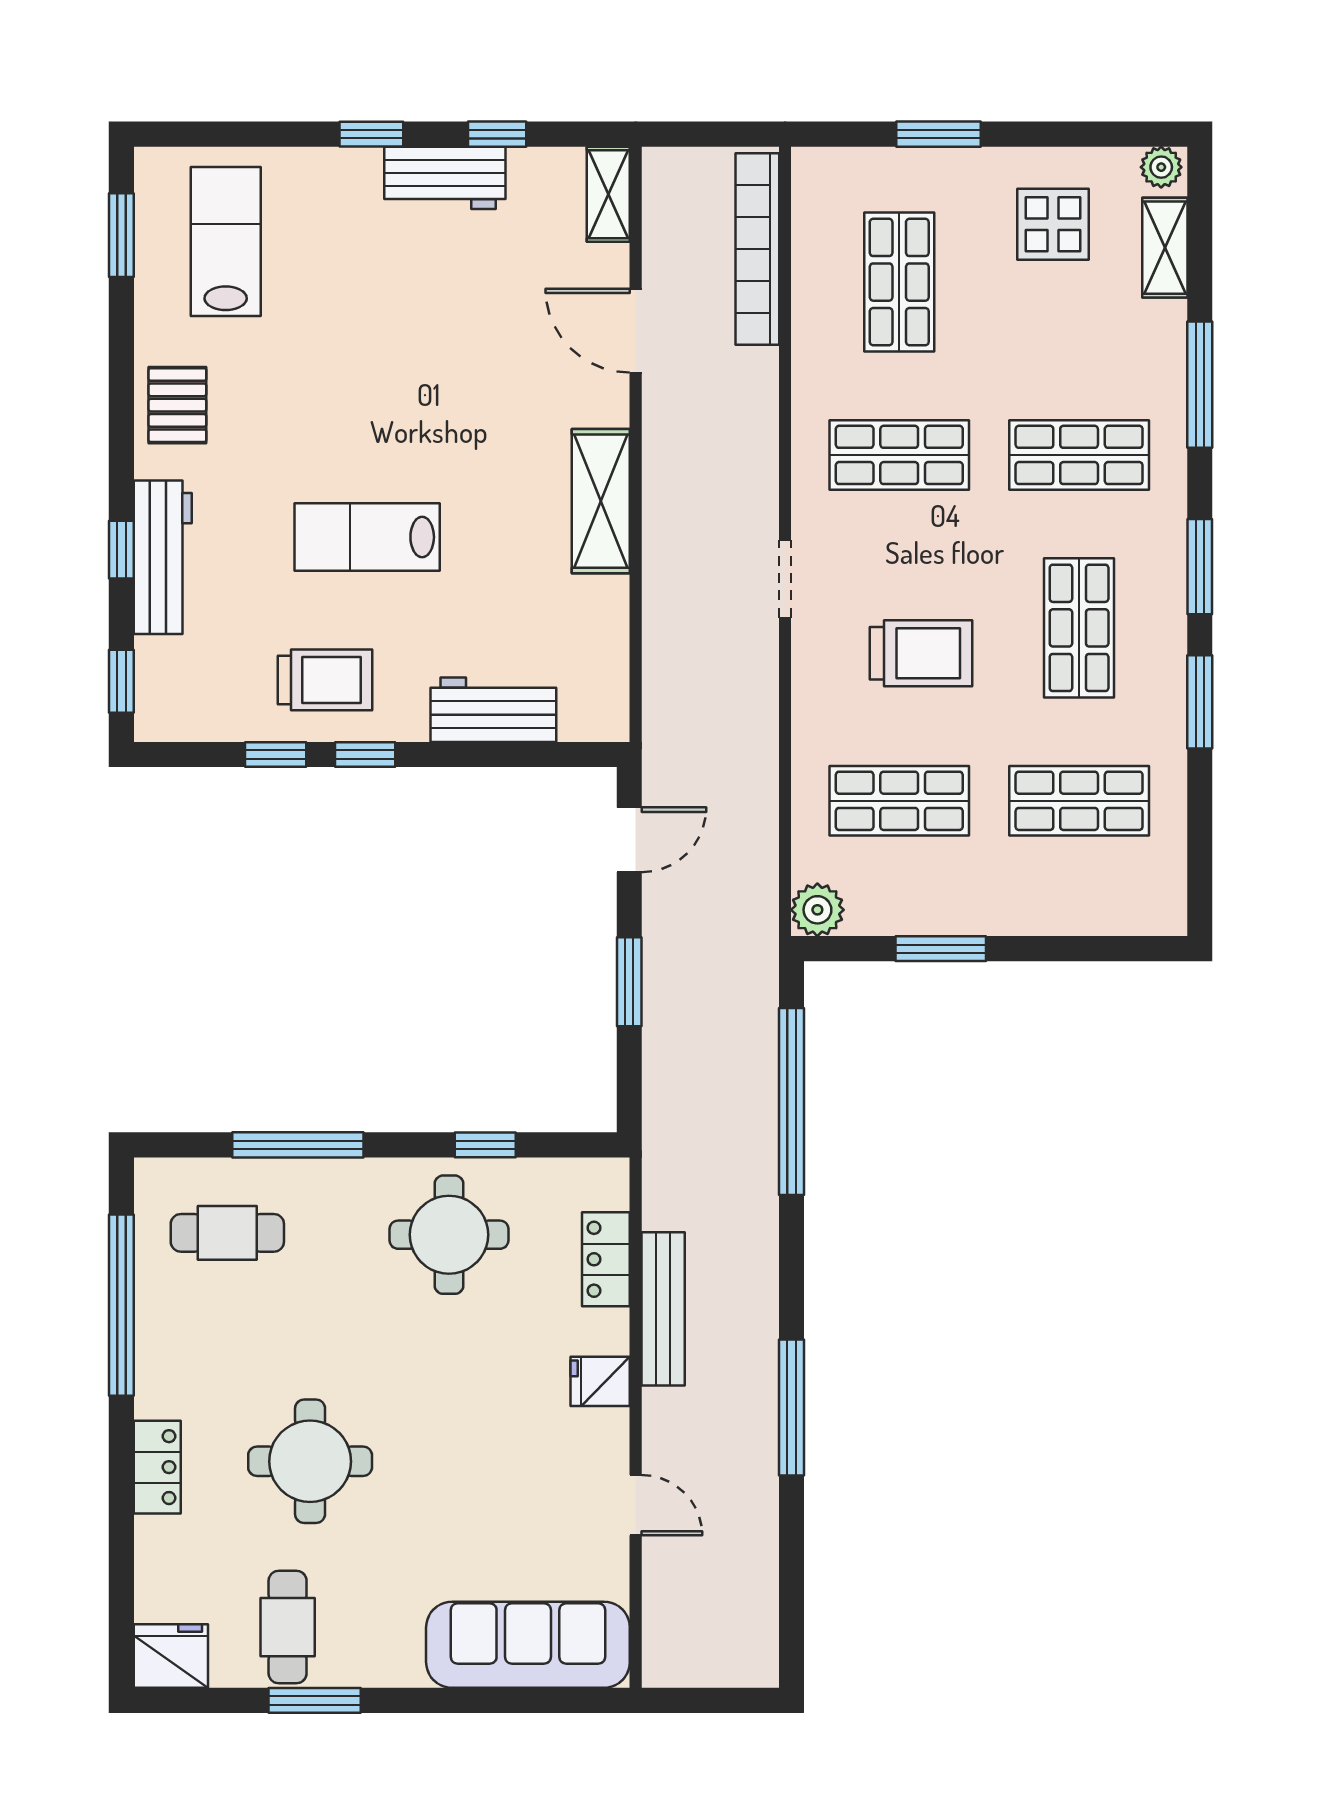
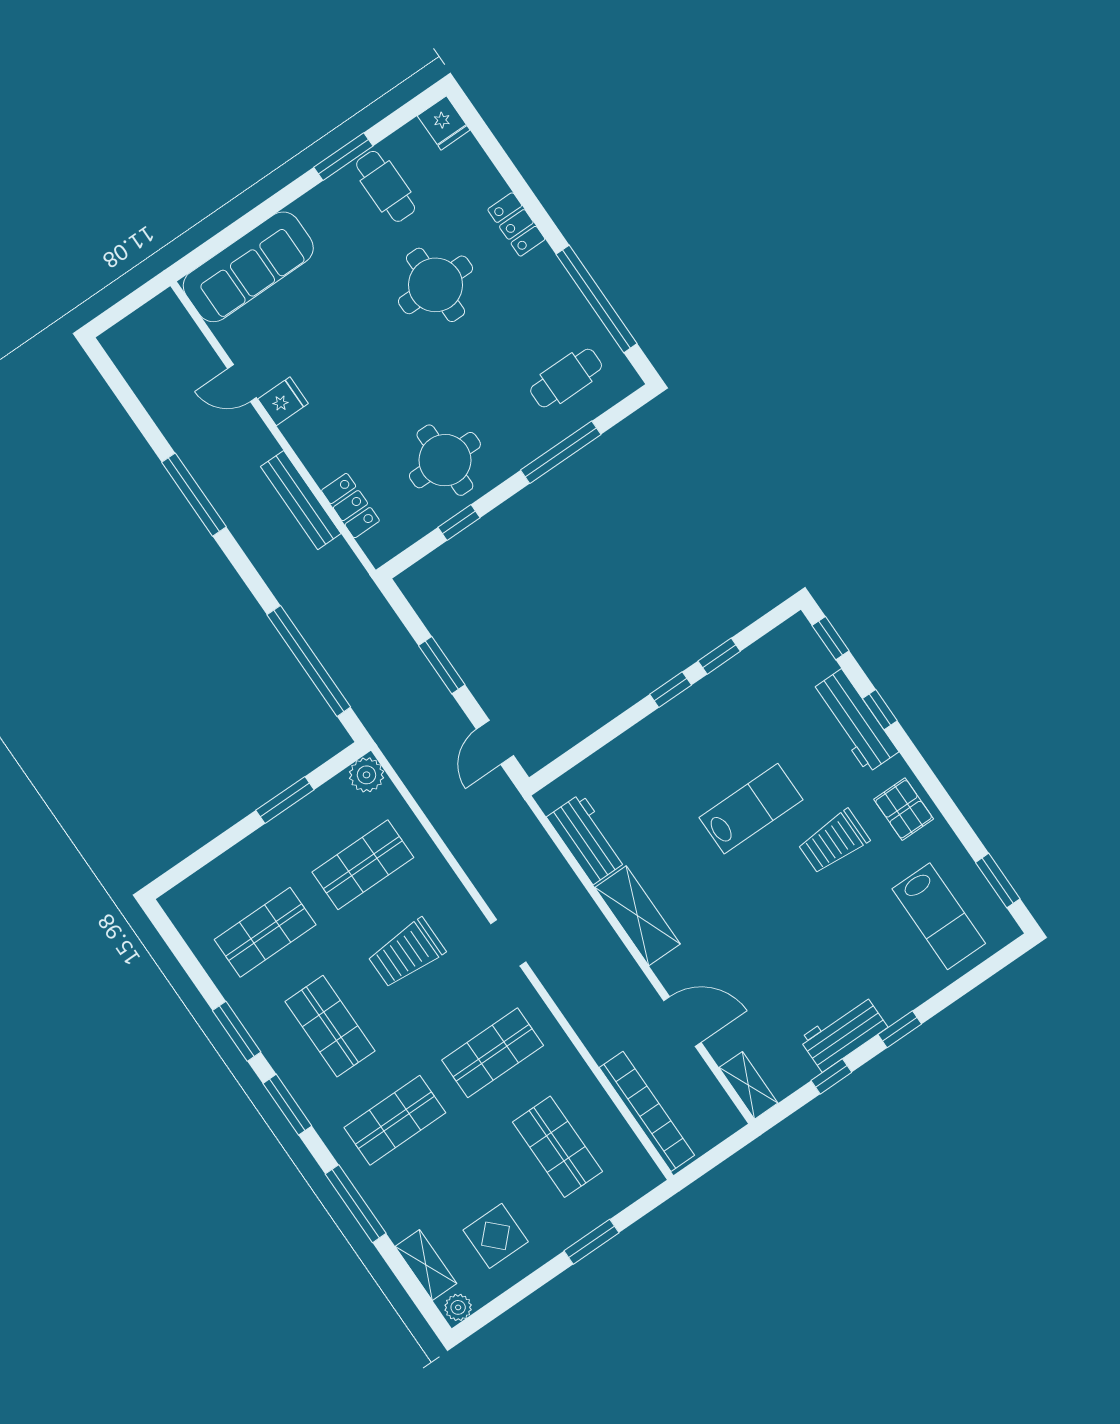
trolley: (325, 680) -> (834, 842), moved
workbench: (493, 710) -> (587, 839), moved, turned -90
fridge: (600, 1381) -> (283, 401), moved
fridge: (171, 1656) -> (444, 123), width x0.72

